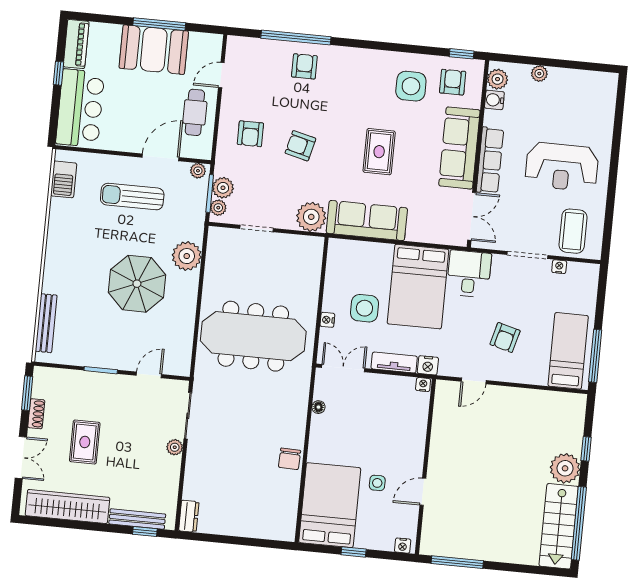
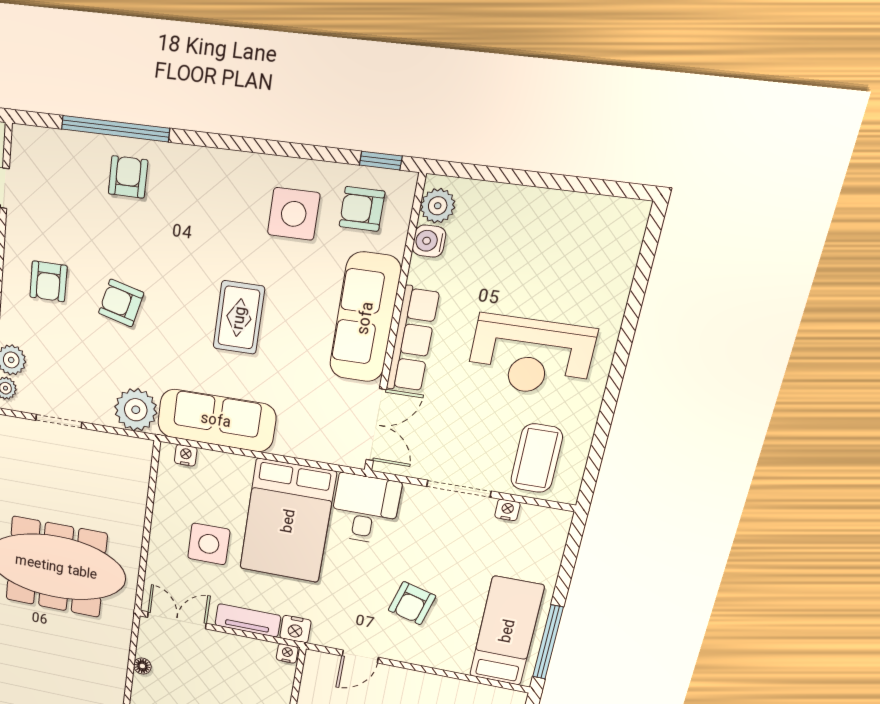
plant: (539, 74) -> (511, 198), removed
armchair: (453, 82) -> (362, 209), turned -90
nightstand: (327, 320) -> (186, 455), moved, turned 90

